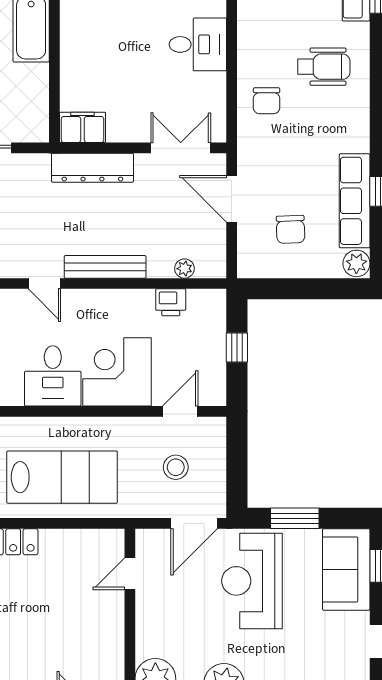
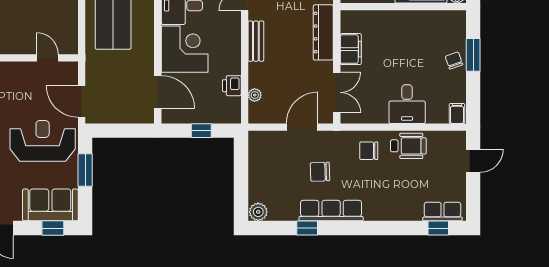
wheelchair: (324, 67) -> (408, 146), moved, turned -90
filing cabinet: (83, 127) -> (351, 49), moved
row of seats: (355, 201) -> (331, 211), moved
chair: (291, 229) -> (320, 172), moved
bench: (105, 267) -> (256, 41), width x0.73
door: (180, 411) -> (158, 92), width x1.38
stool: (176, 467) -> (120, 89), removed

